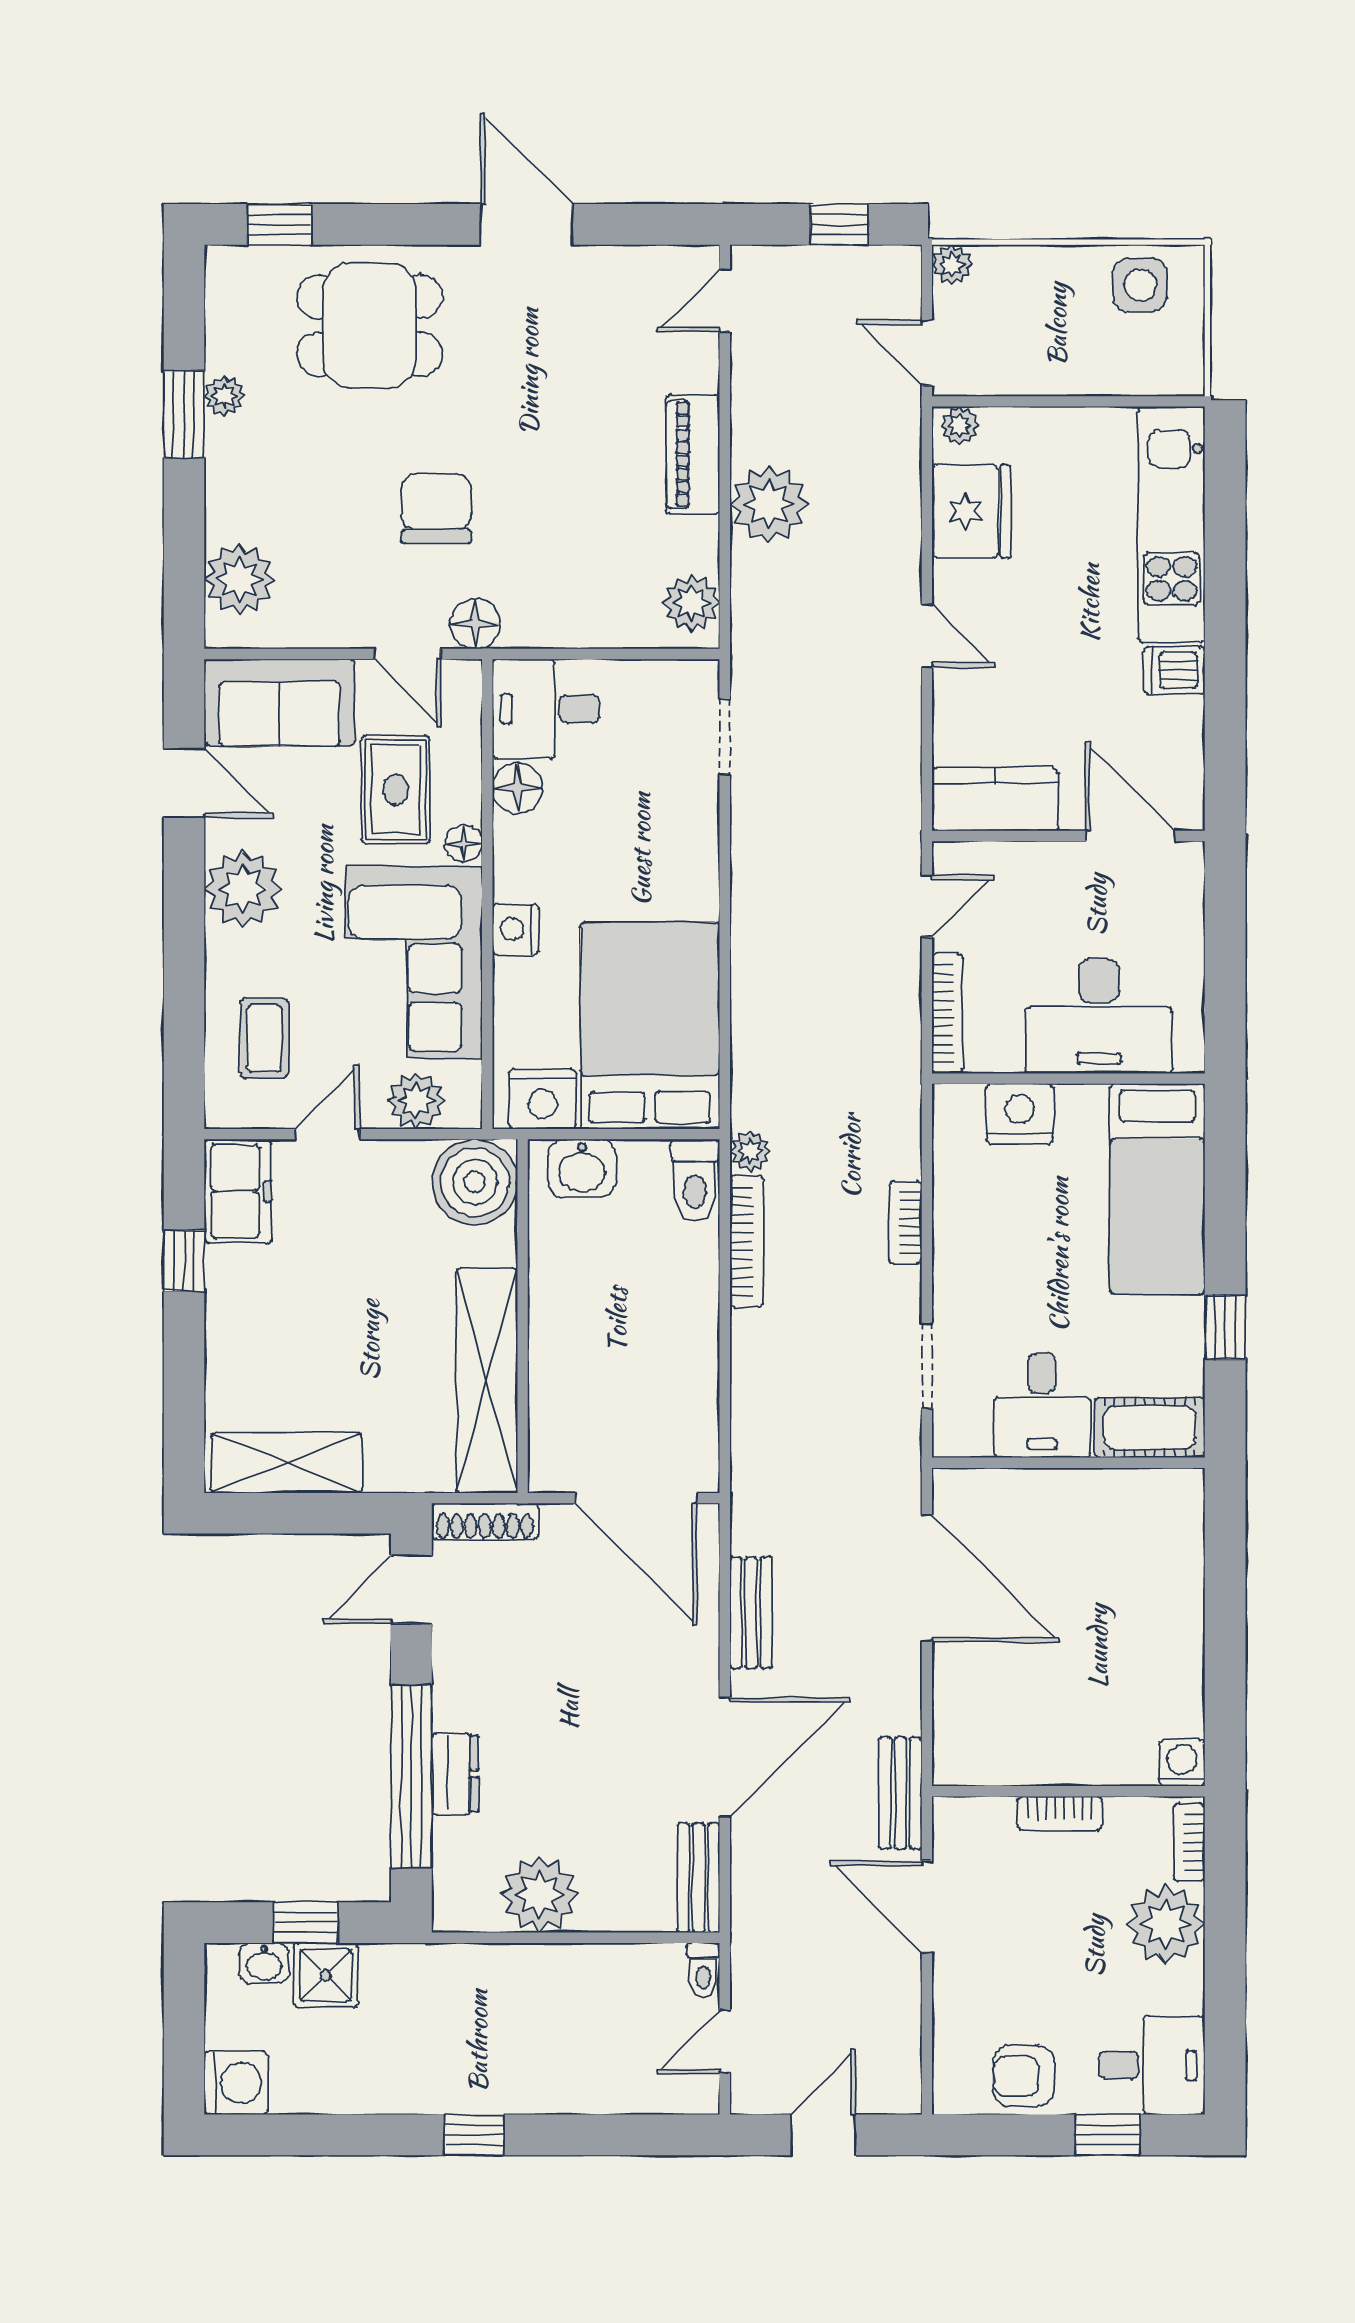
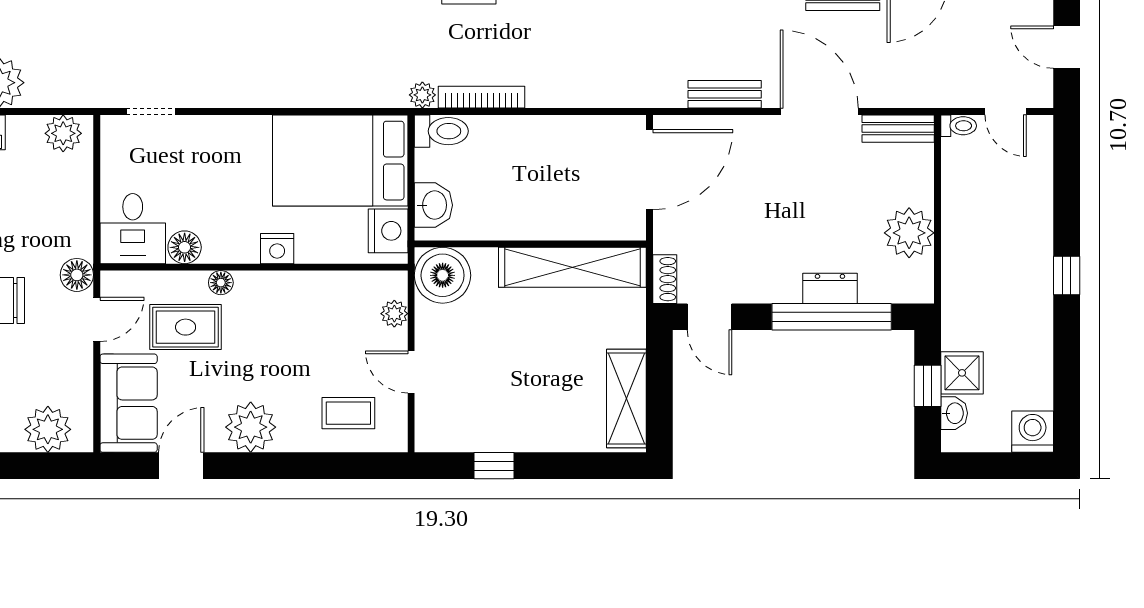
corner sofa: (414, 962) -> (299, 315), removed
plant: (416, 1101) -> (394, 314), width x0.73, depth x0.73
freezer: (238, 1191) -> (448, 430), removed
shoe rack: (485, 1521) -> (665, 279), width x0.70

